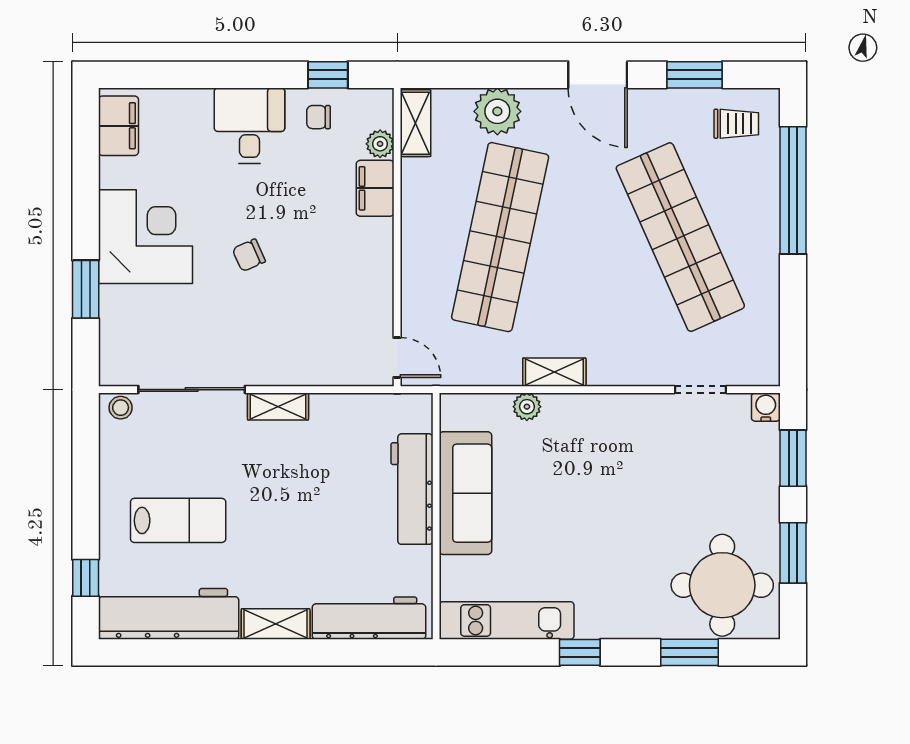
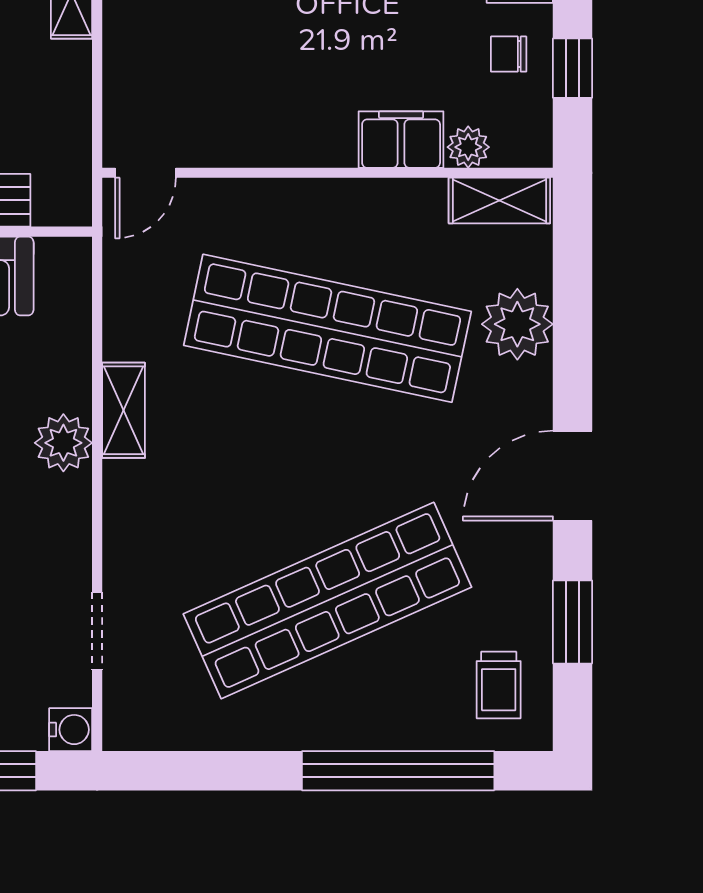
chair: (318, 117) -> (509, 54), turned -90
plant: (527, 407) -> (63, 443), moved, width x1.38, depth x1.38

